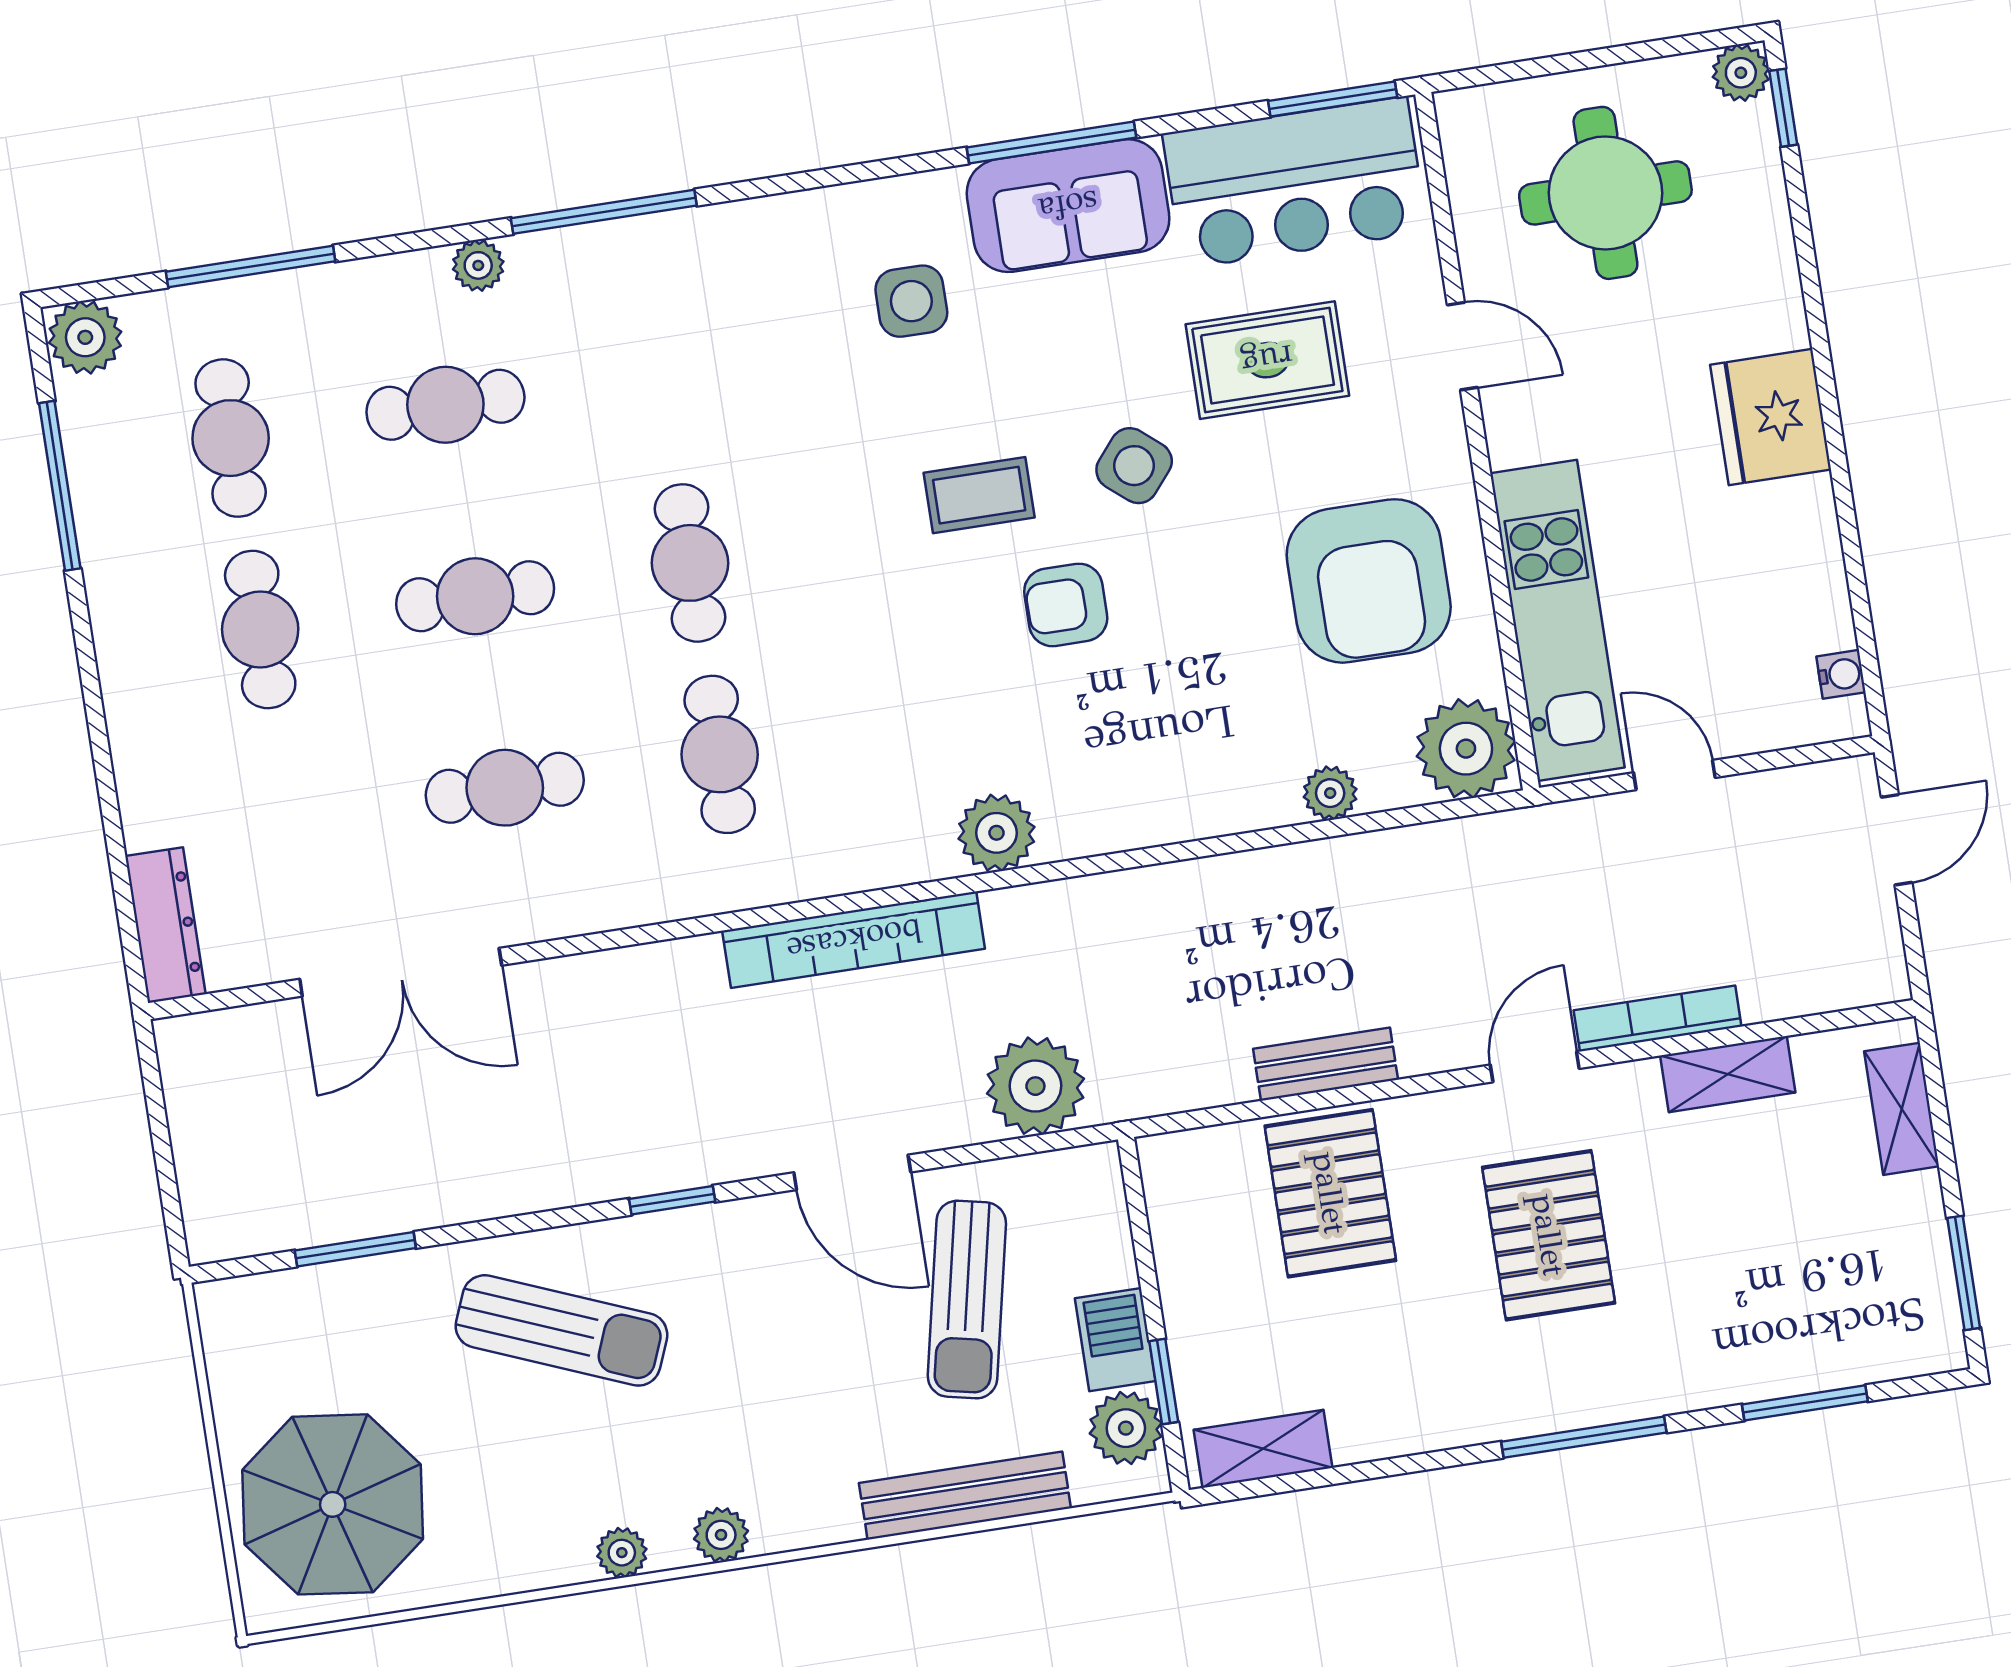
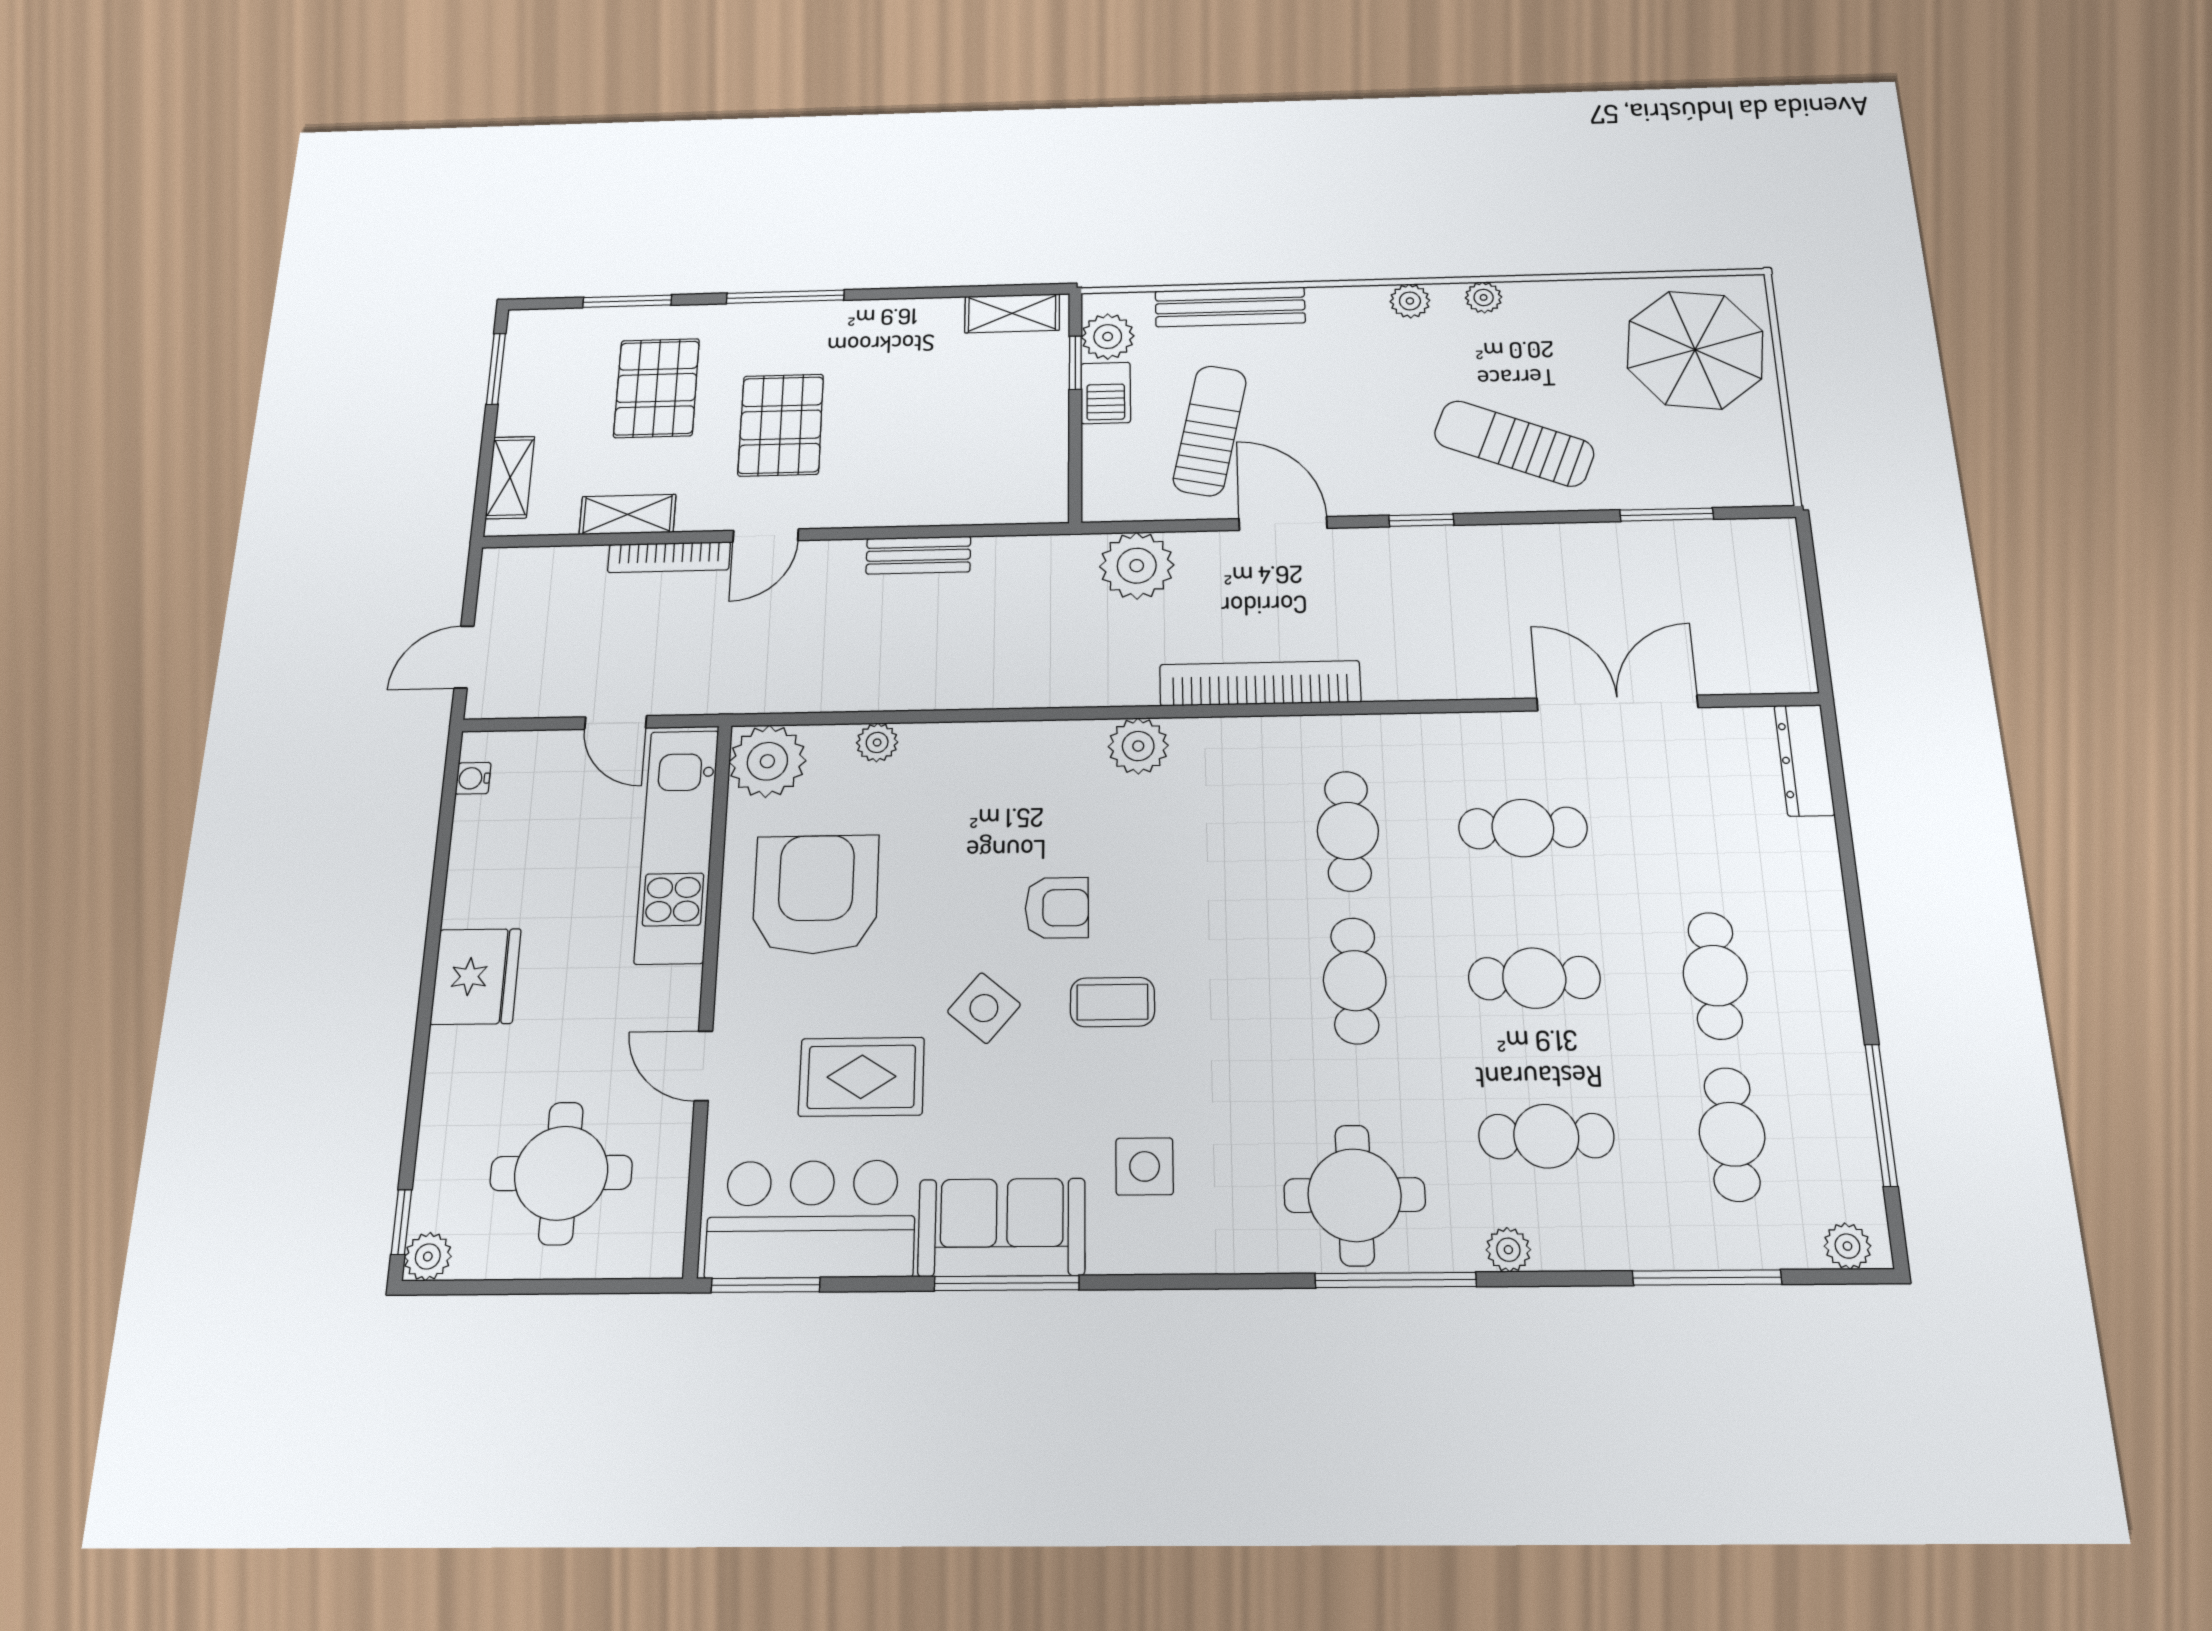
round table: (662, 303) -> (1355, 1195), added
plant: (85, 337) -> (1847, 1246), width x0.73, depth x0.73
pallet: (1330, 1193) -> (657, 388), moved

